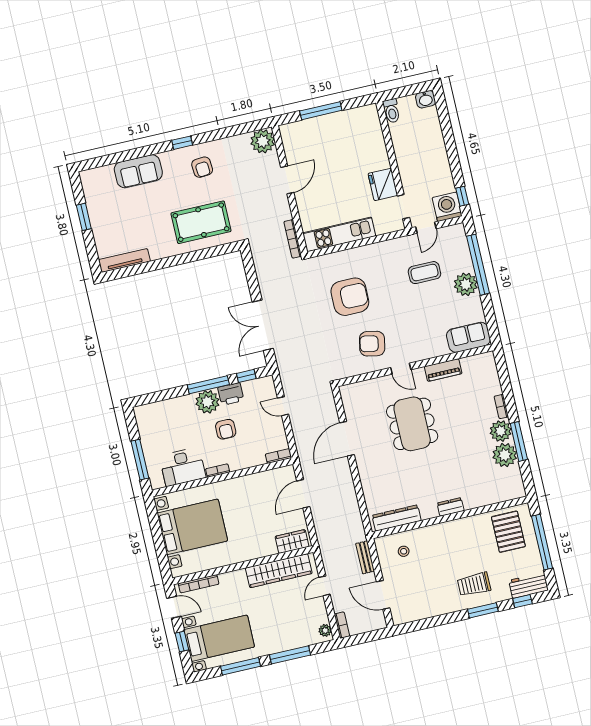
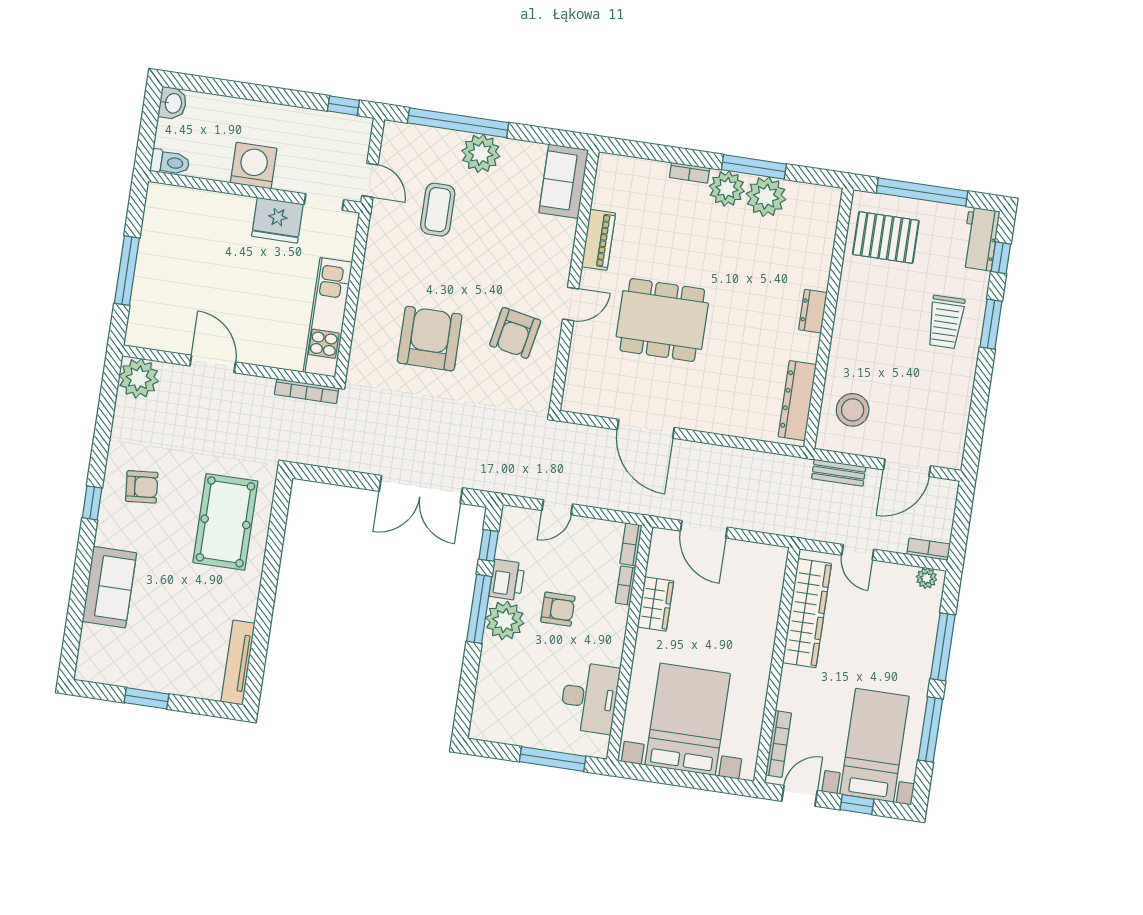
washing machine: (447, 207) -> (254, 166), moved, turned 90
bookcase: (218, 471) -> (625, 585), moved
wardrobe: (292, 542) -> (655, 604), moved, turned 180
stool: (404, 551) -> (853, 410), width x1.89, depth x1.89

